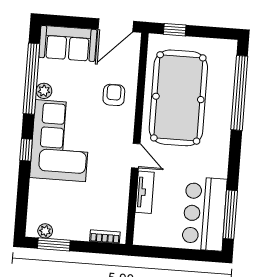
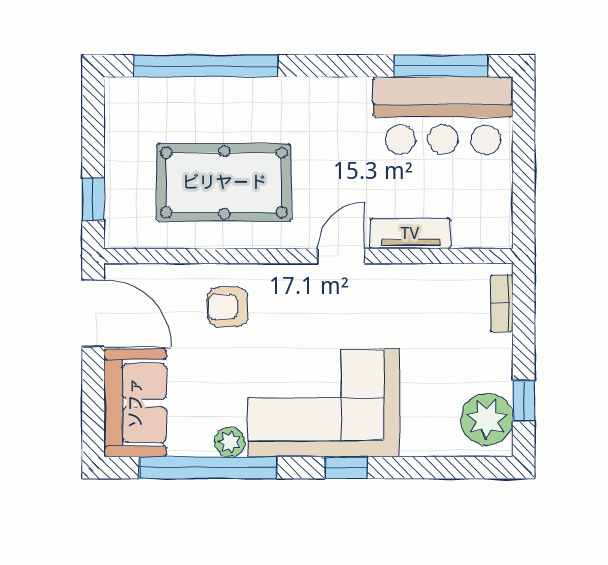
pool table: (178, 98) -> (224, 182), width x0.73, depth x0.76
plant: (45, 231) -> (487, 419), width x1.88, depth x1.88
window: (54, 244) -> (524, 401), width x0.67

